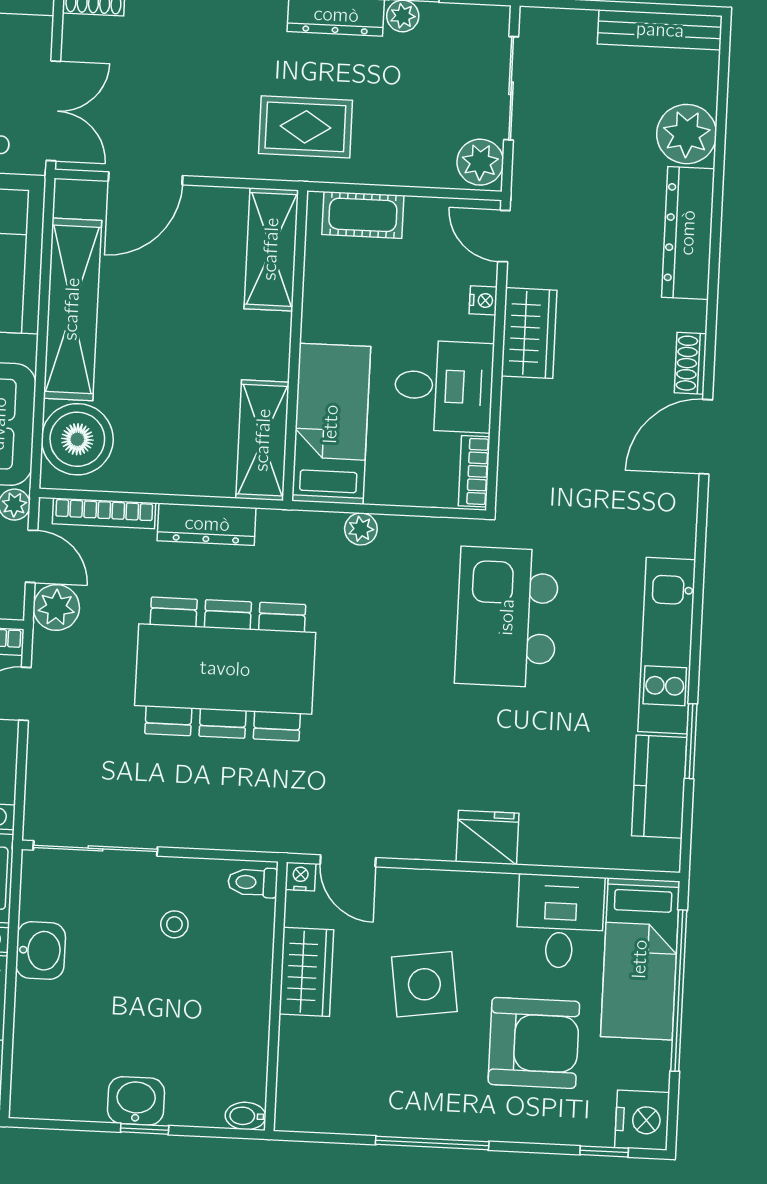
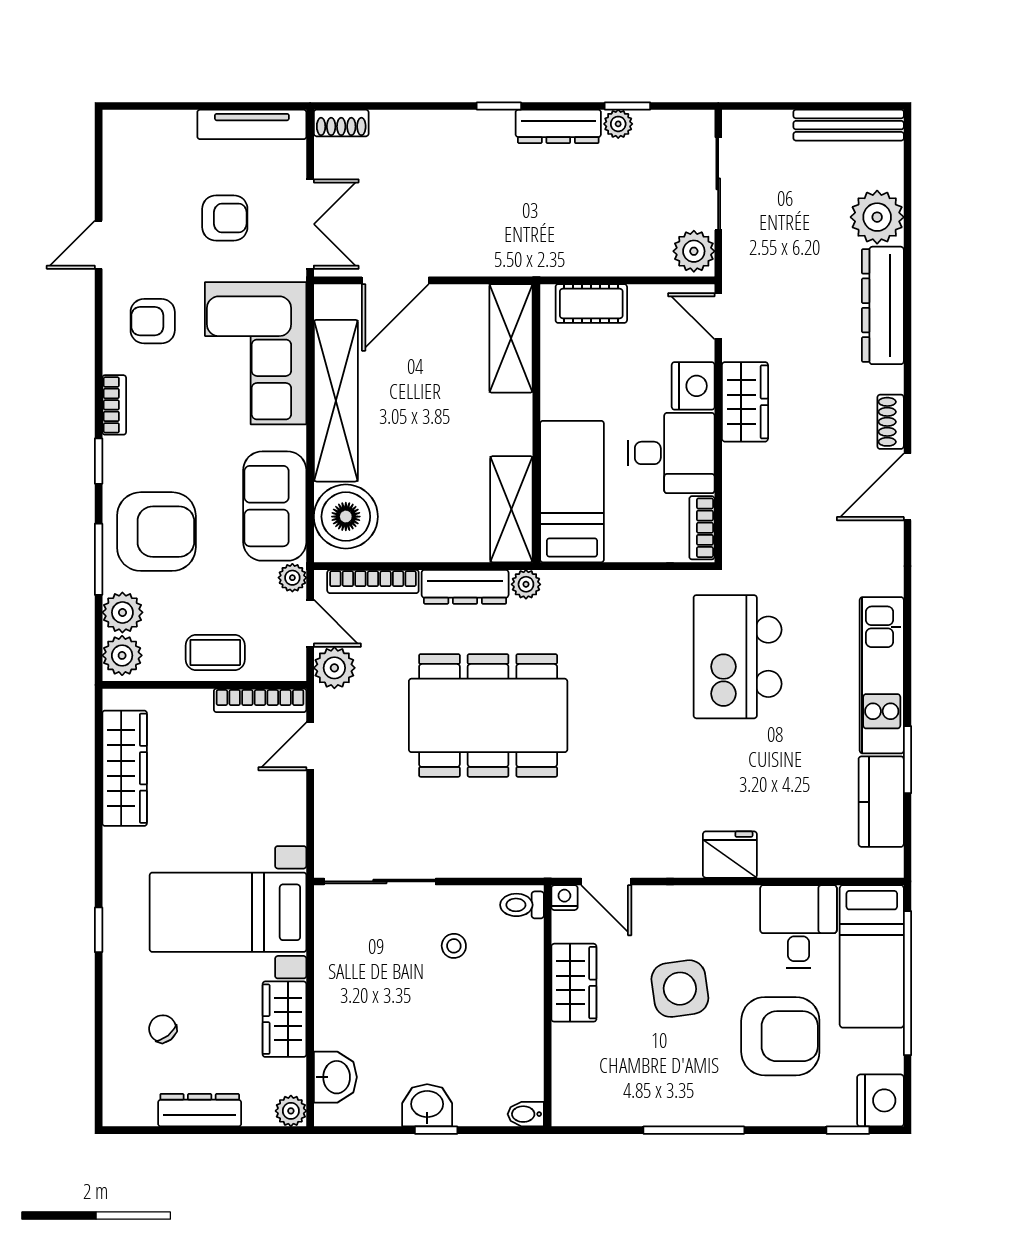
rug: (305, 127) -> (536, 227), removed
nightstand: (483, 300) -> (693, 386), width x1.89, depth x1.79
plant: (361, 529) -> (526, 584), moved
washbasin: (41, 951) -> (335, 1077), moved

